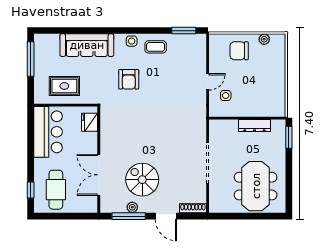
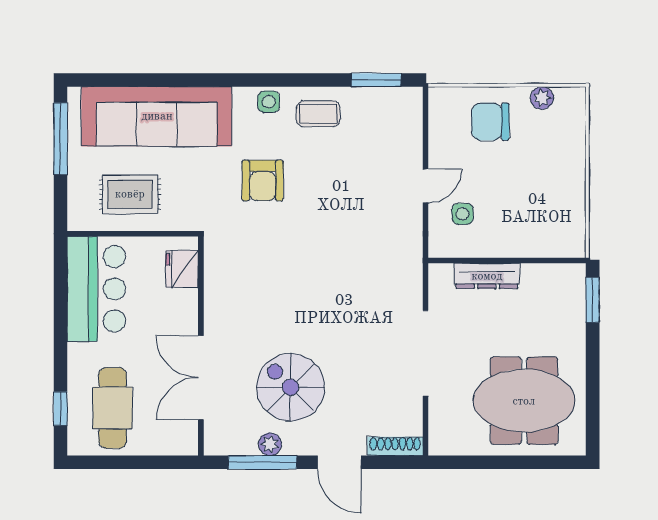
sofa: (87, 45) -> (157, 116), width x1.36, depth x1.27
dresser: (255, 126) -> (487, 276), moved
meeting table: (256, 186) -> (524, 401), turned 90

